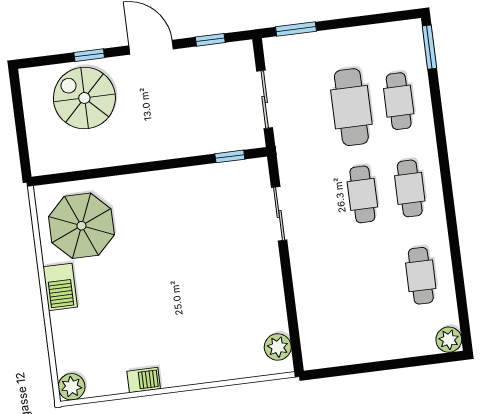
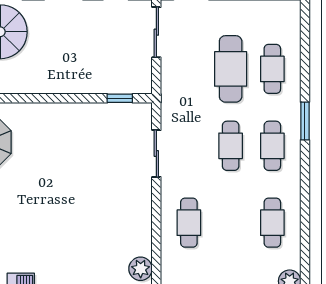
window: (429, 47) -> (305, 121), moved
sliding door: (265, 99) -> (156, 32), moved
cafe table: (326, 288) -> (189, 223), added

